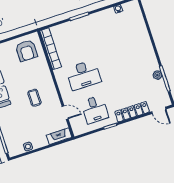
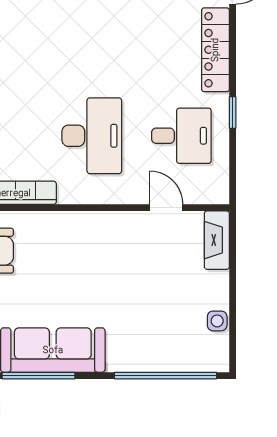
coffee table: (34, 98) -> (108, 268), removed
door: (65, 113) -> (166, 208), hinge flipped

